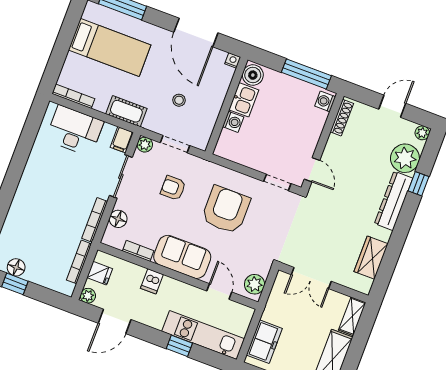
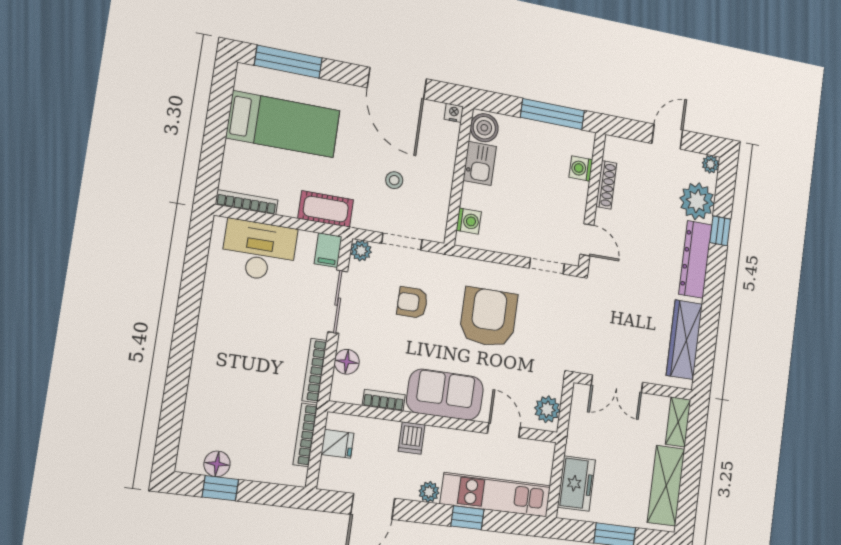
washing machine: (325, 101) -> (581, 168), moved
shoe rack: (342, 118) -> (606, 185), moved
washing machine: (233, 122) -> (469, 221), moved
wardrobe: (371, 258) -> (684, 340), width x1.50
plant: (88, 296) -> (429, 492), moved

